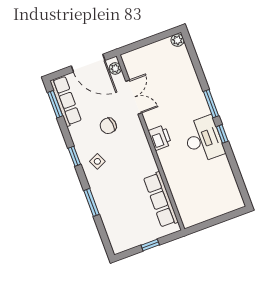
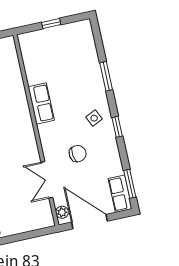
row of seats: (66, 101) -> (120, 194), width x0.68
printer: (160, 138) -> (26, 134), removed
row of seats: (161, 200) -> (41, 103), moved, width x0.68

